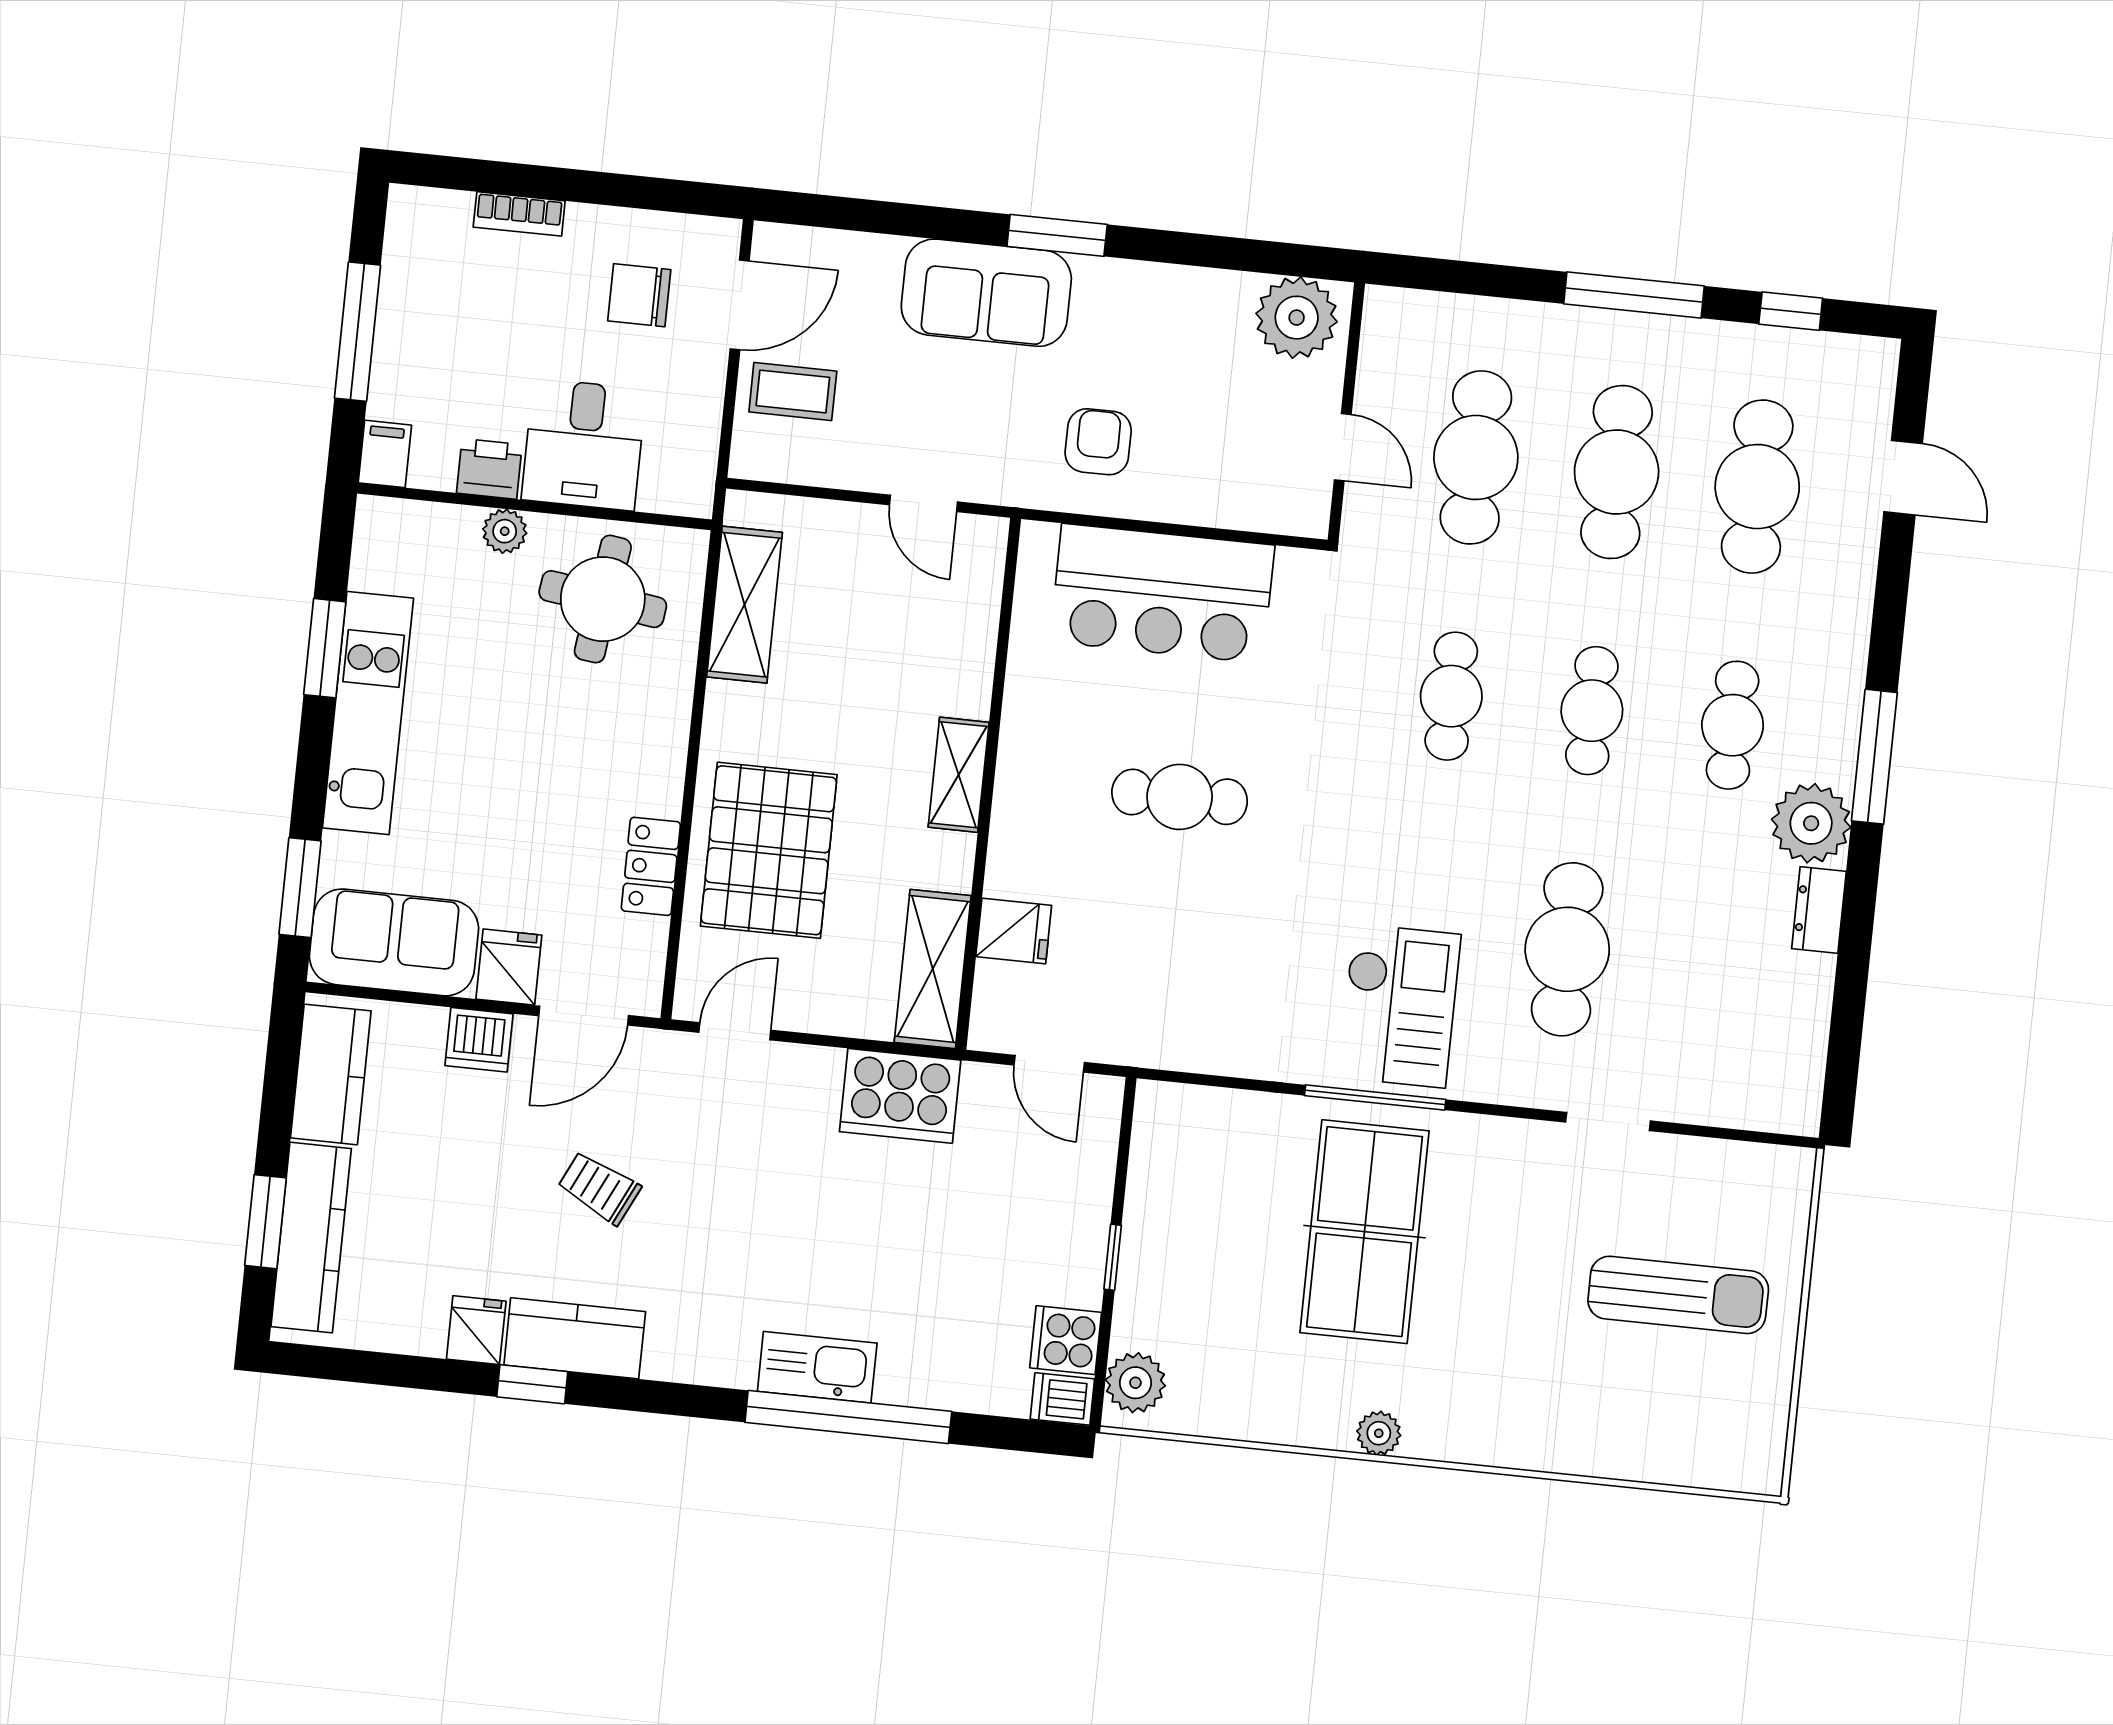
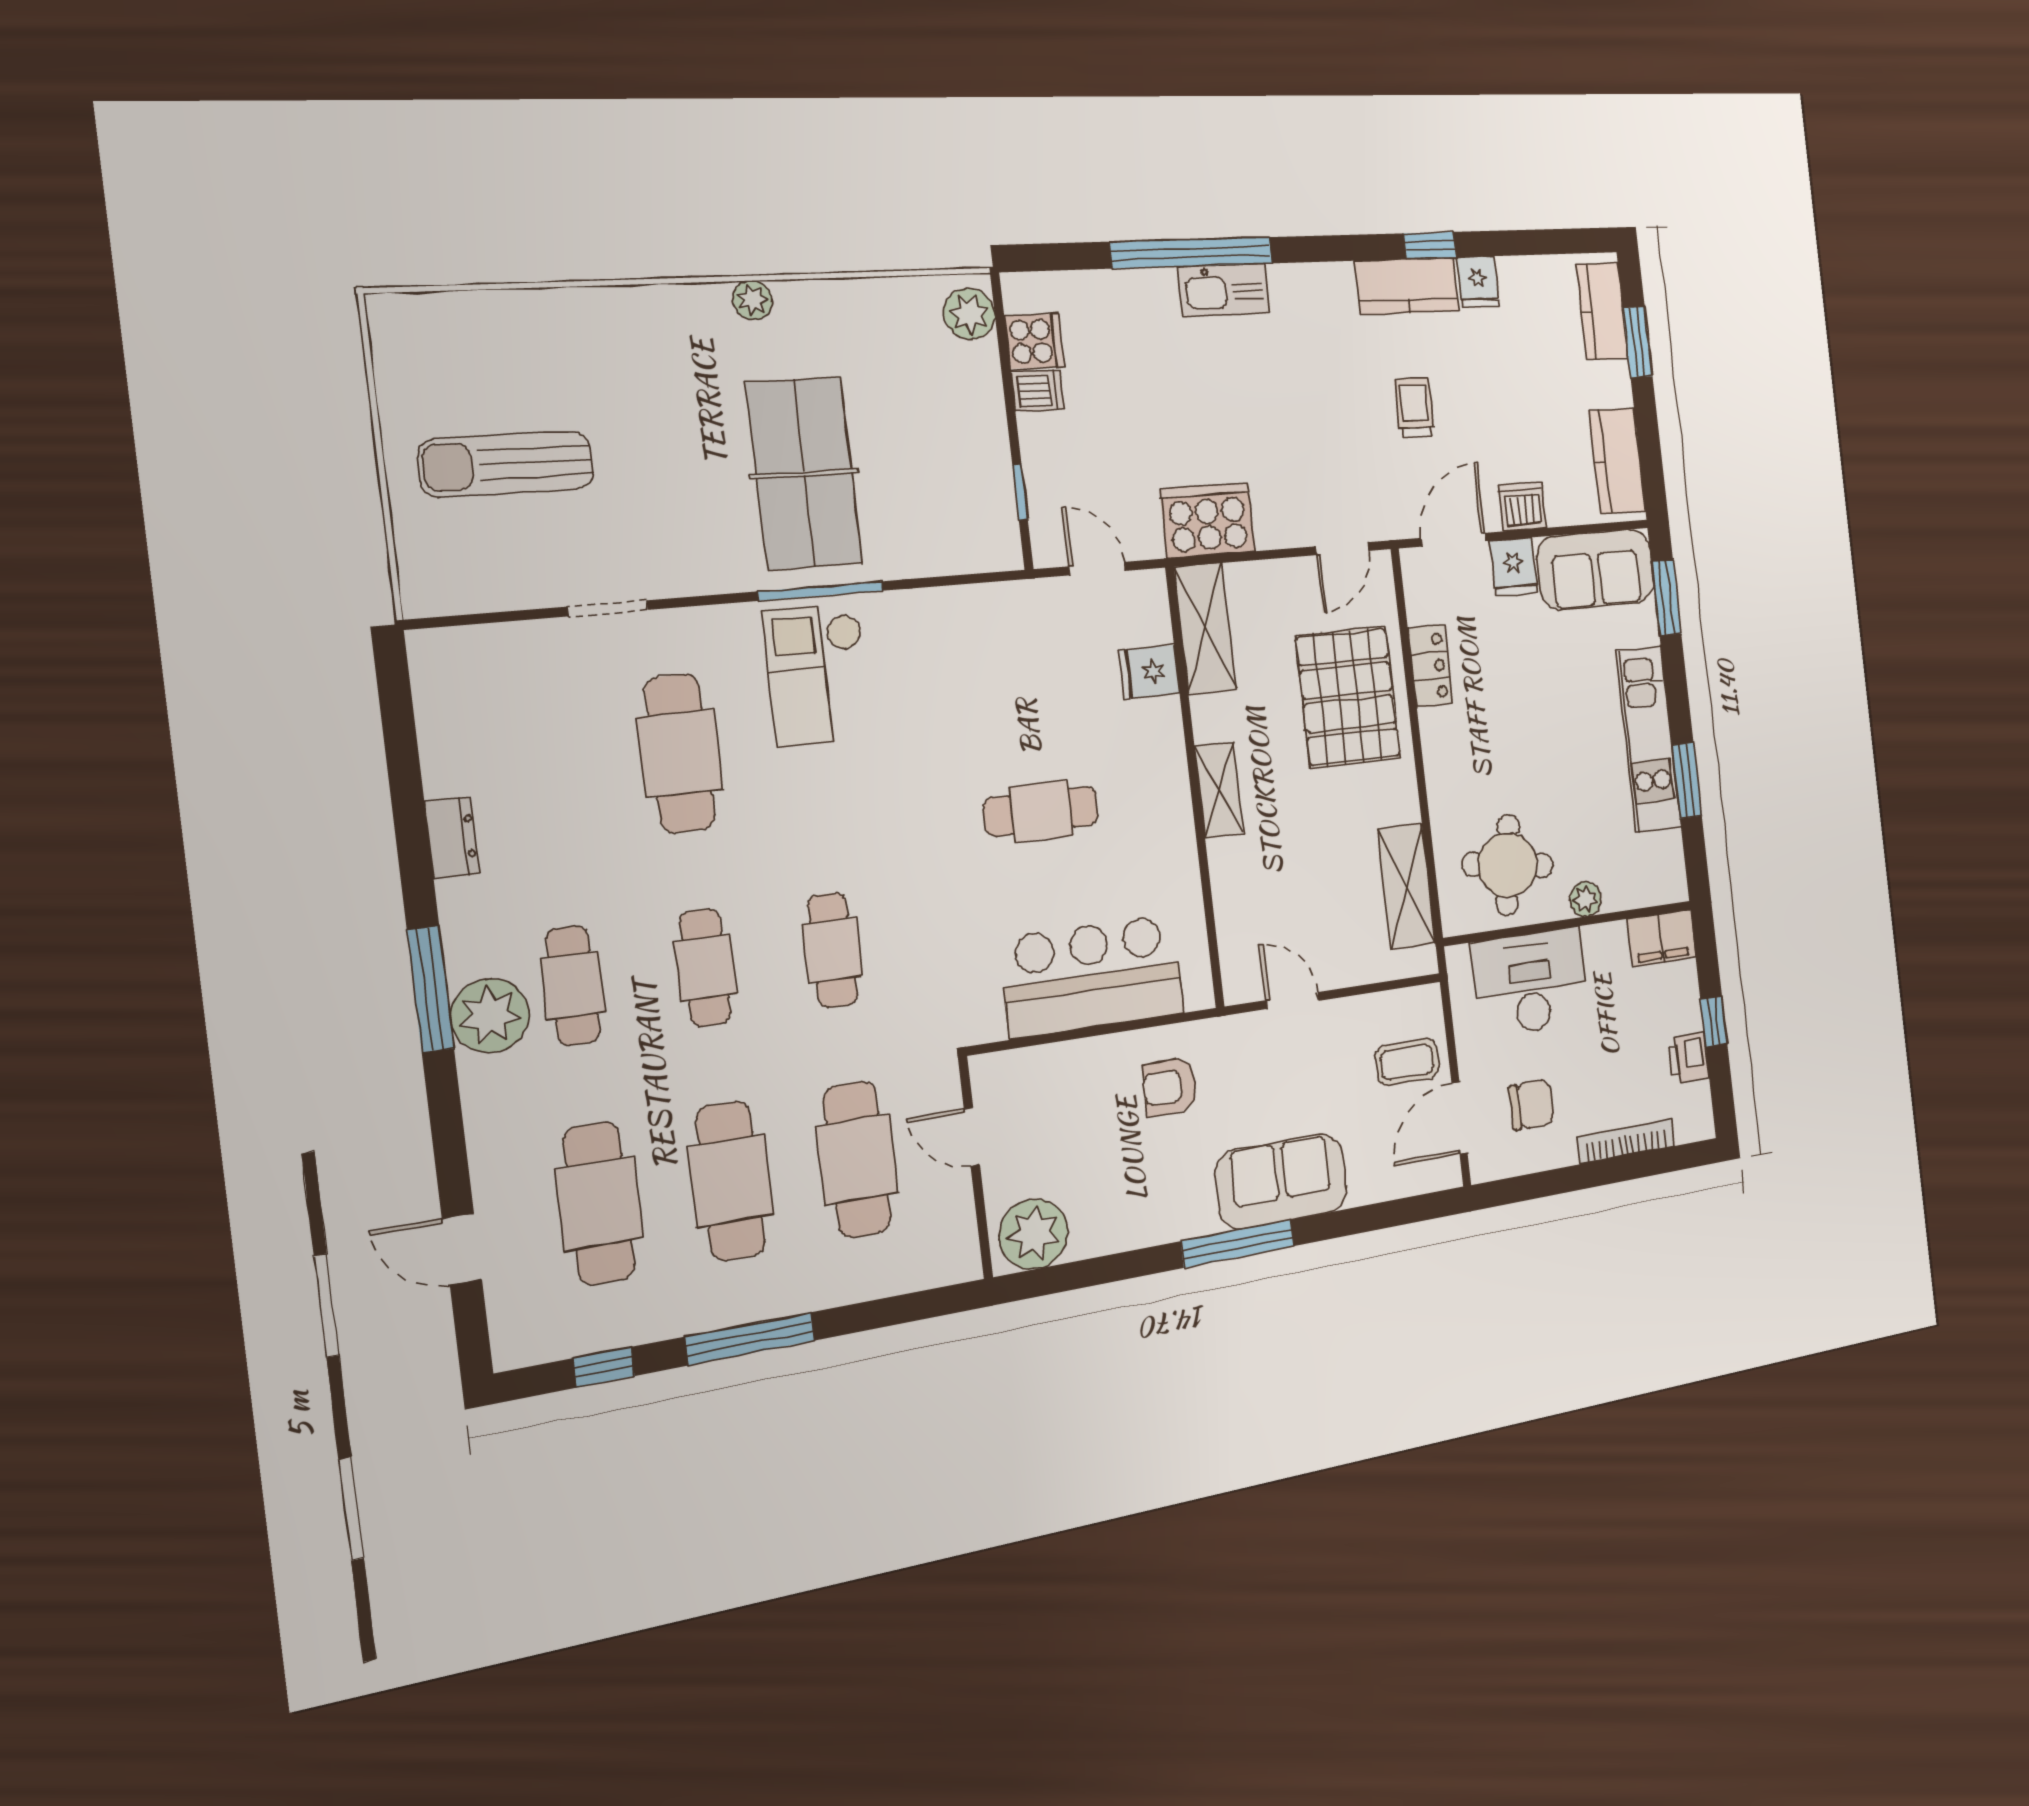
bookcase: (519, 214) -> (1626, 1141), width x1.56
window: (1057, 235) -> (1238, 1244), width x1.44
window: (357, 332) -> (1714, 1021), width x0.46
armchair: (1098, 442) -> (1170, 1087), turned 90
desk: (584, 444) -> (1531, 982), width x1.37
filing cabinet: (385, 454) -> (1662, 938), width x2.00
printer: (489, 469) -> (1688, 1058), moved, turned 90
plant: (1811, 823) -> (490, 1016), moved
trolley: (599, 1188) -> (1414, 407), turned -116
kitchen counter: (311, 1238) -> (1602, 311), width x0.67
window: (1113, 1257) -> (1020, 492), moved
dishwasher: (1062, 1399) -> (1038, 391), moved

